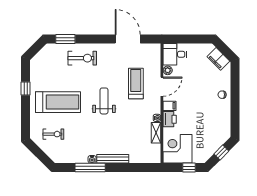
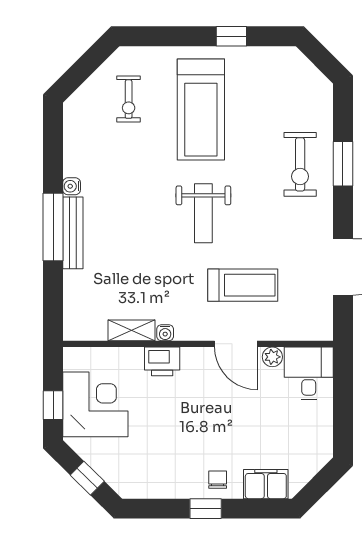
window: (65, 39) -> (343, 164), moved
filing cabinet: (218, 59) -> (266, 484), moved, turned 45
window: (235, 100) -> (206, 509), added
weight bench: (104, 101) -> (203, 213), turned 90
filing cabinet: (170, 106) -> (192, 361), removed
corner desk: (178, 149) -> (95, 404), moved
window: (90, 168) -> (53, 227), moved

